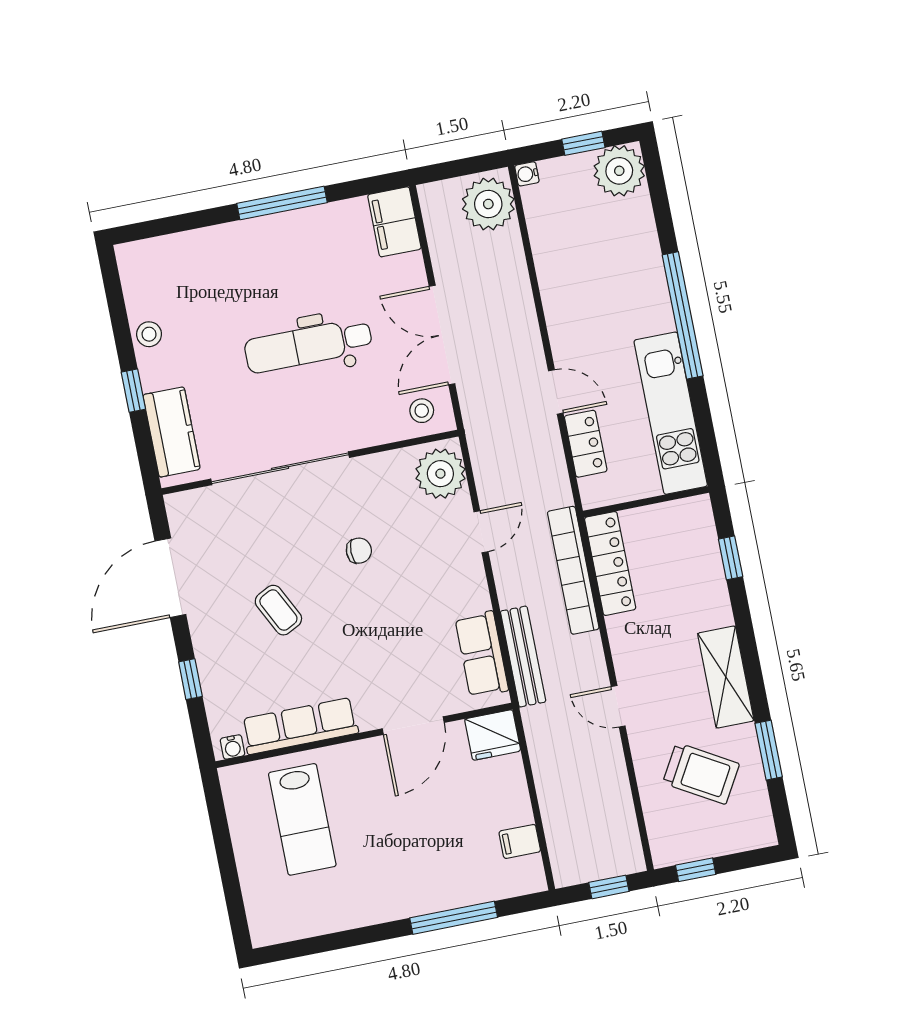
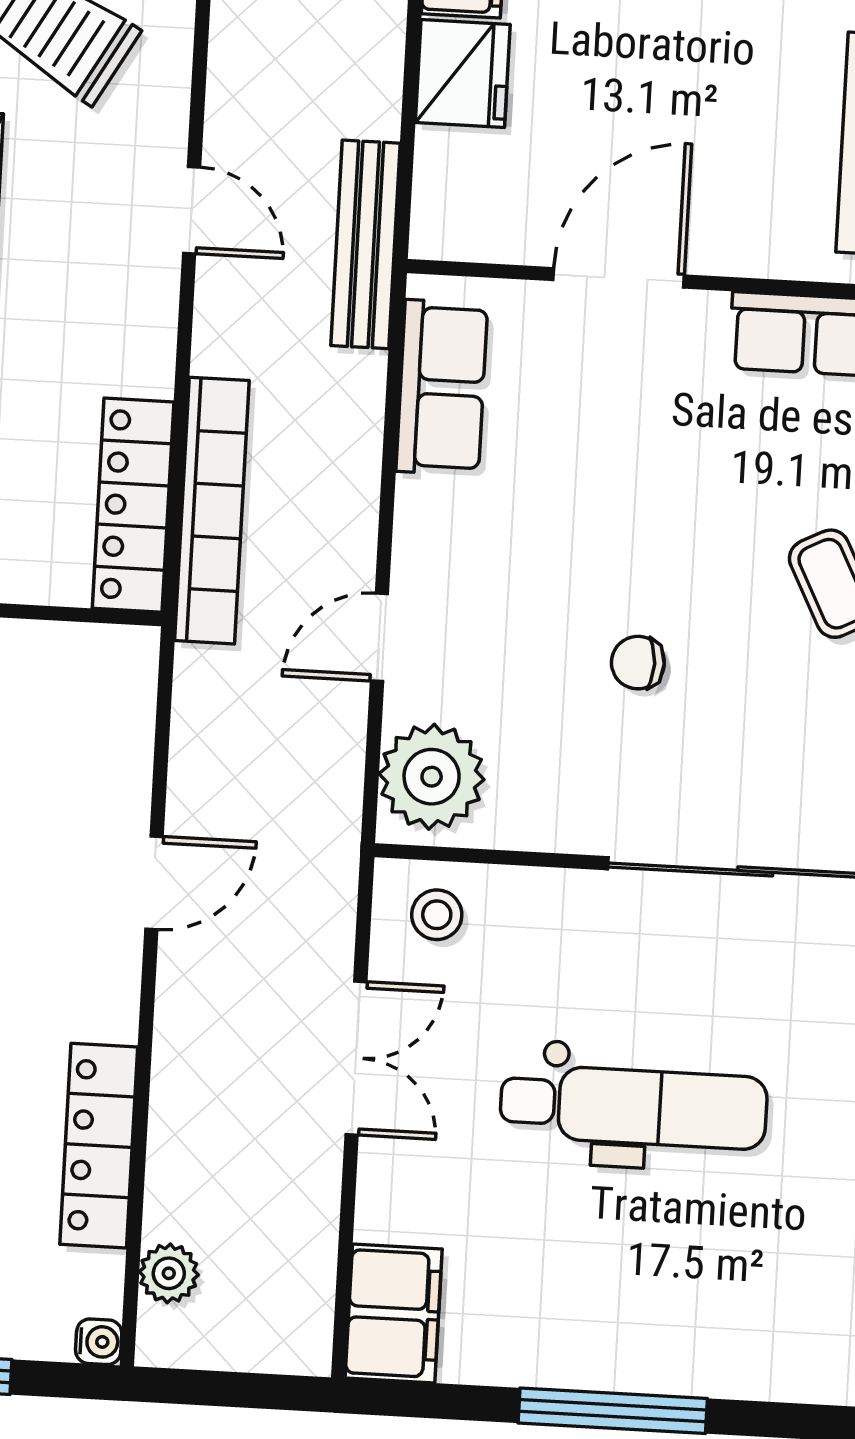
plant: (488, 204) -> (169, 1273), width x0.53, depth x0.53
double door: (442, 335) -> (356, 1058), width x0.73
door: (556, 392) -> (154, 883), swing flipped
locker: (586, 444) -> (99, 1146), moved, width x1.53
bench: (523, 657) -> (365, 244), moved
fridge: (493, 735) -> (463, 74), moved, turned 90

